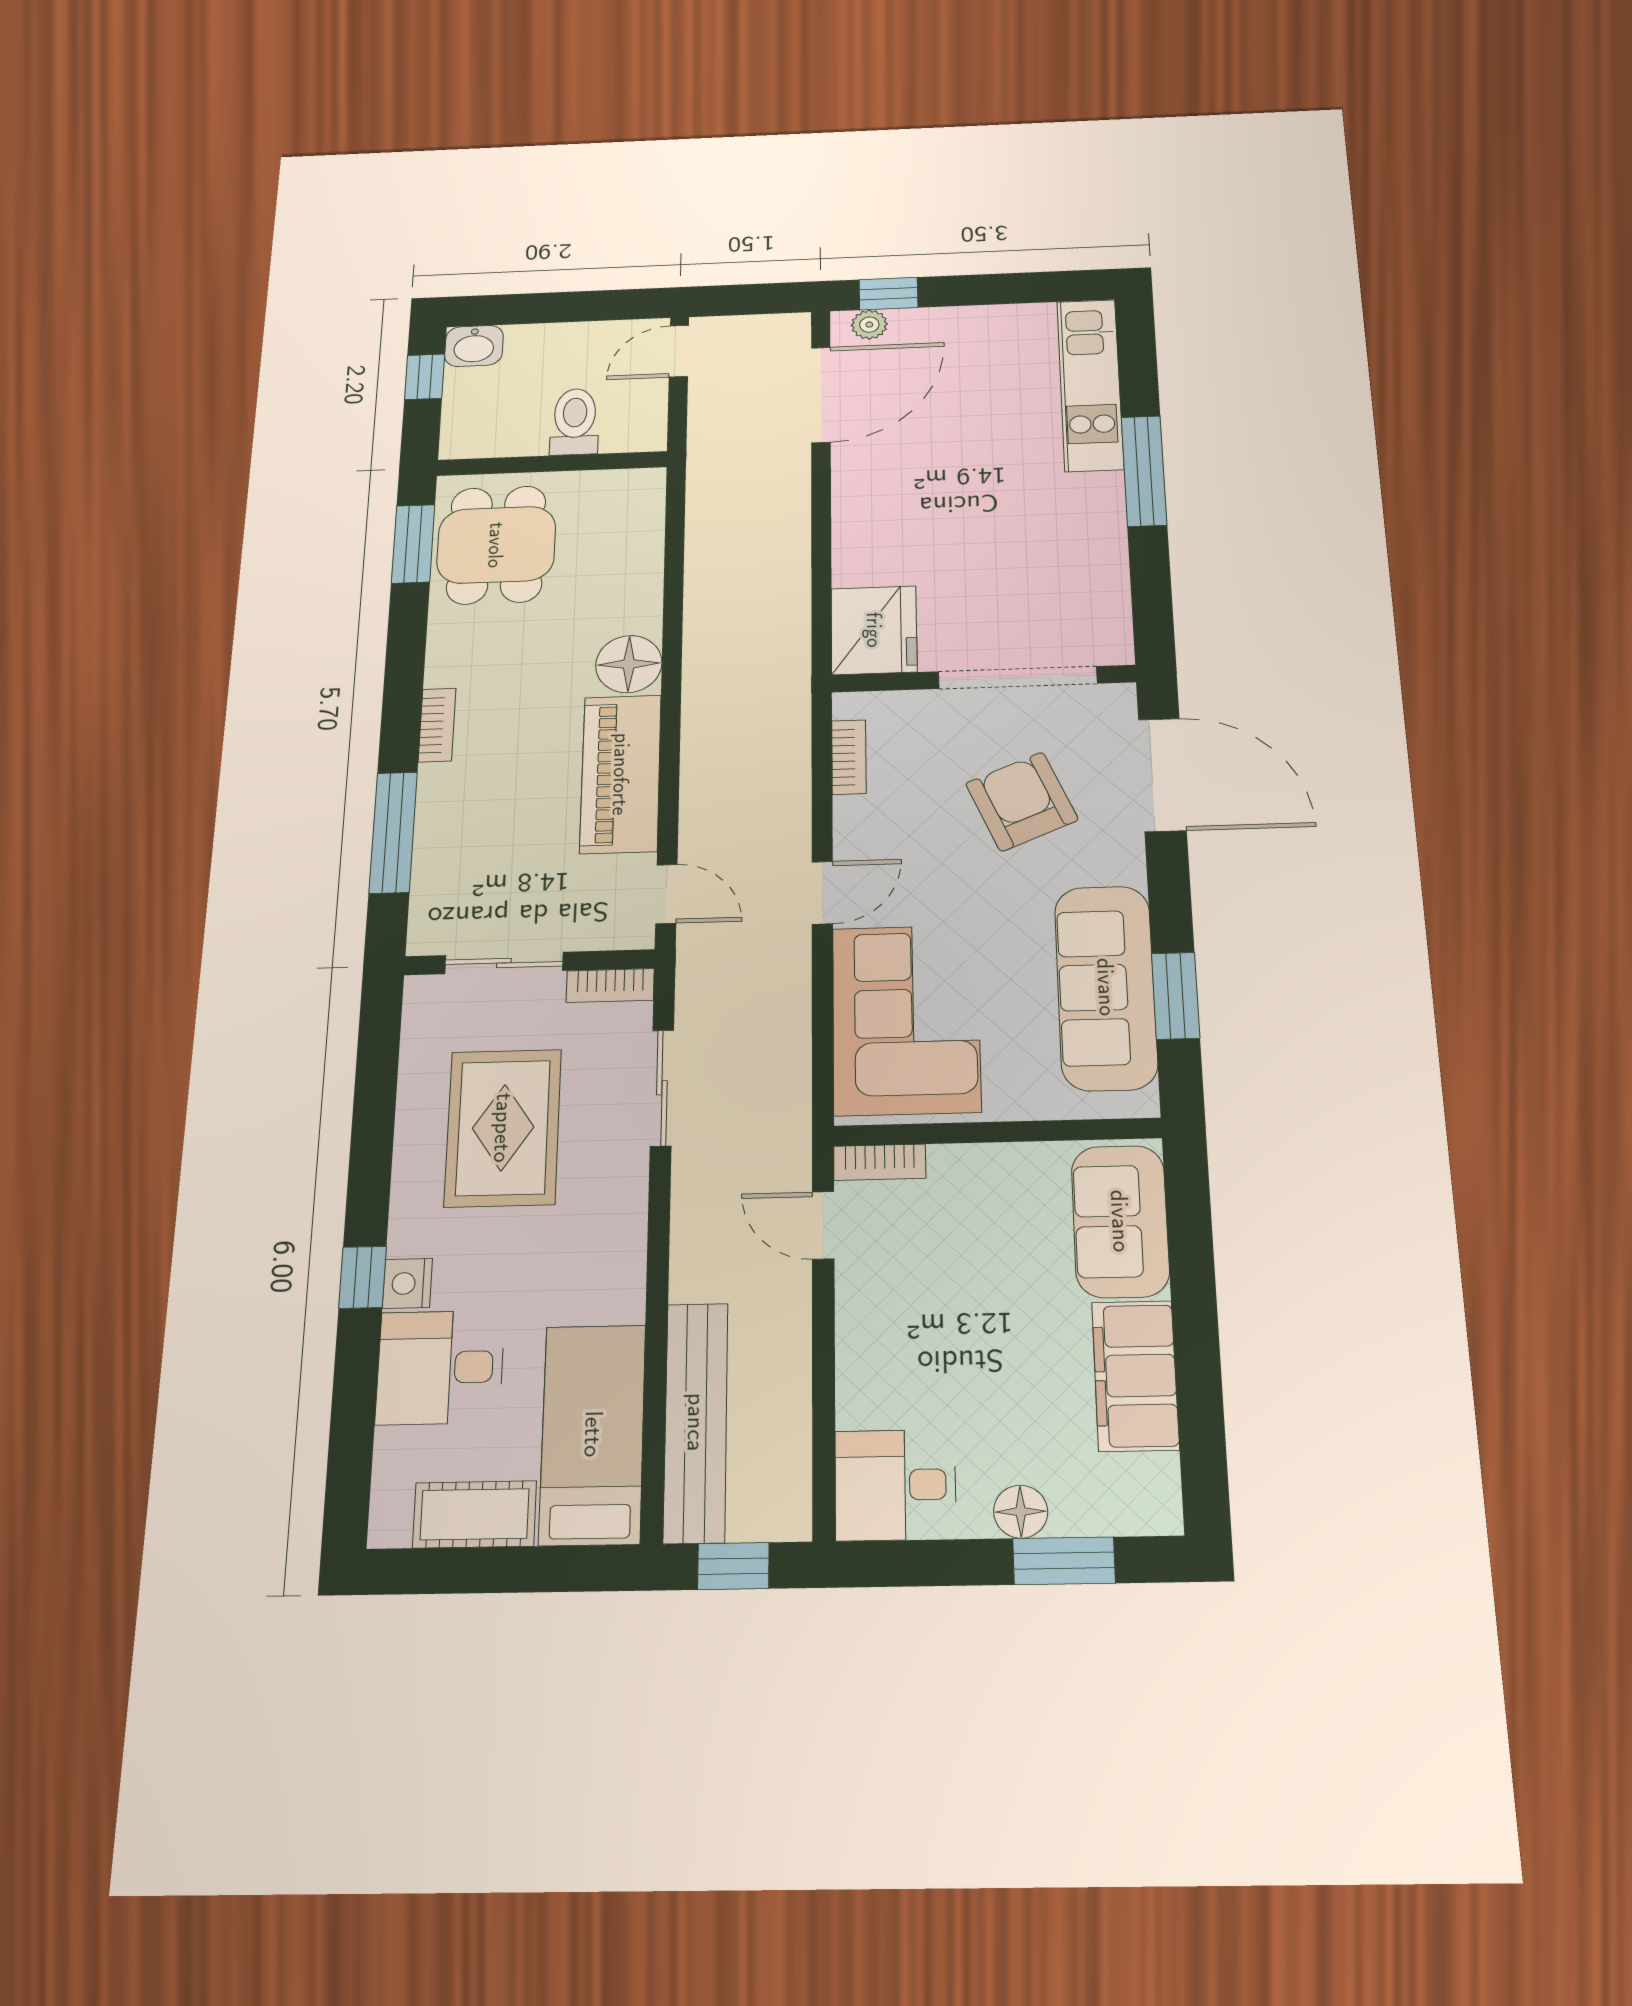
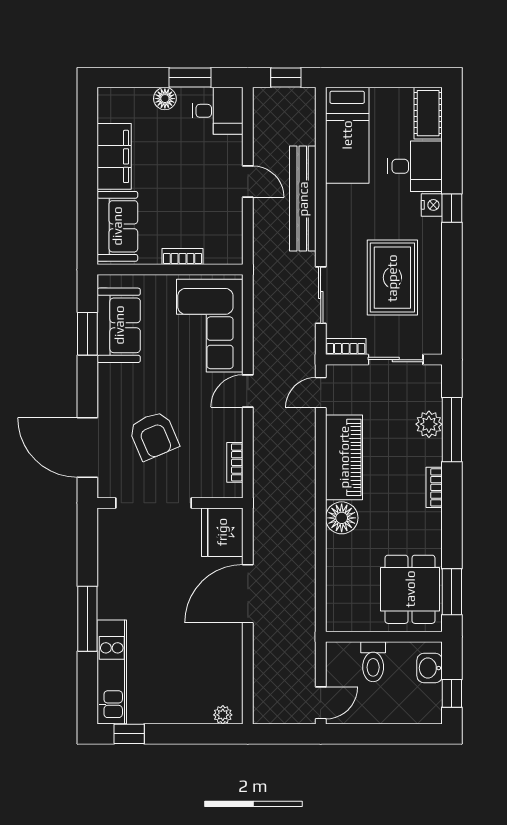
window: (889, 294) -> (129, 734), moved
washbasin: (474, 346) -> (430, 668), moved, turned -90
door: (821, 395) -> (248, 594), moved
plant: (441, 841) -> (429, 424), added
door: (666, 894) -> (321, 393), hinge flipped
sofa: (1106, 987) -> (119, 325), width x0.73
bookcase: (880, 1162) -> (183, 257), moved
door: (823, 1225) -> (248, 181), moved
bench: (696, 1422) -> (303, 199), moved
cot: (475, 1514) -> (428, 113), moved, turned 90
window: (1064, 1561) -> (190, 78), moved

